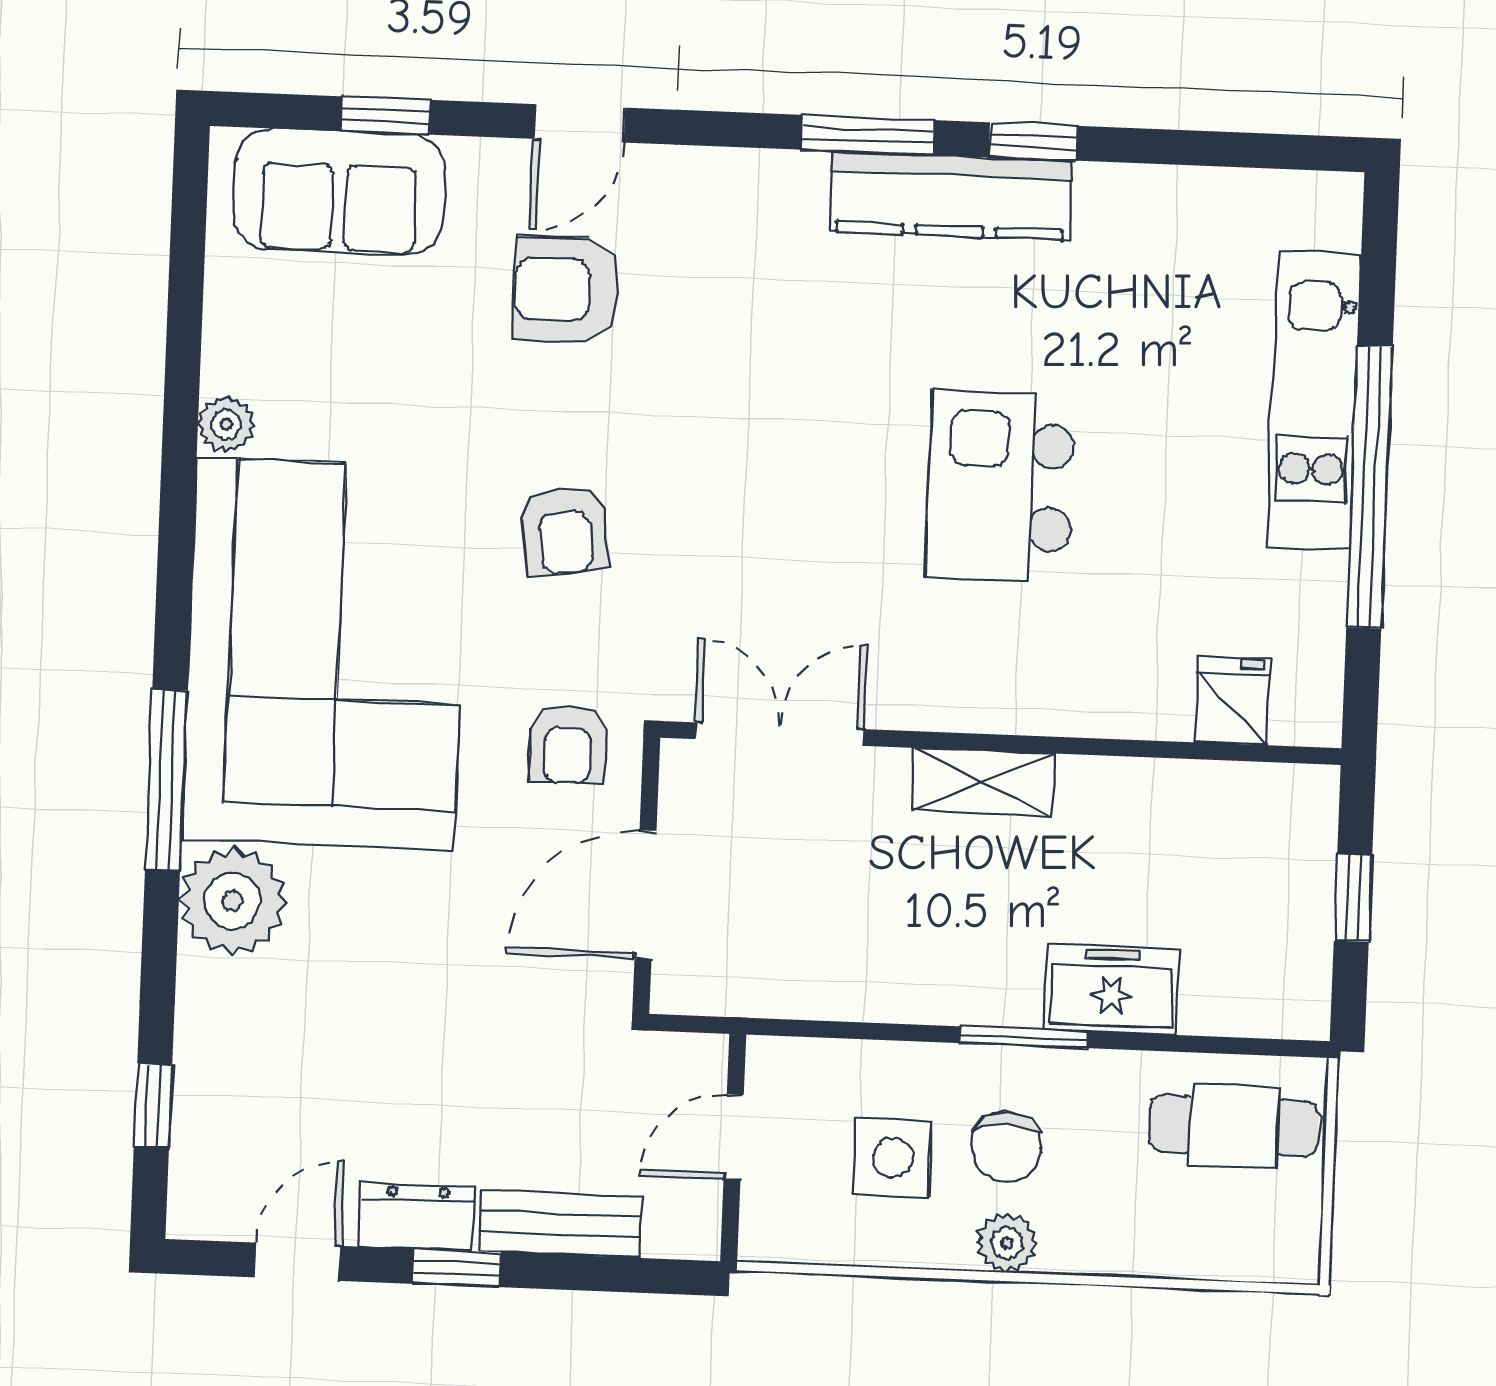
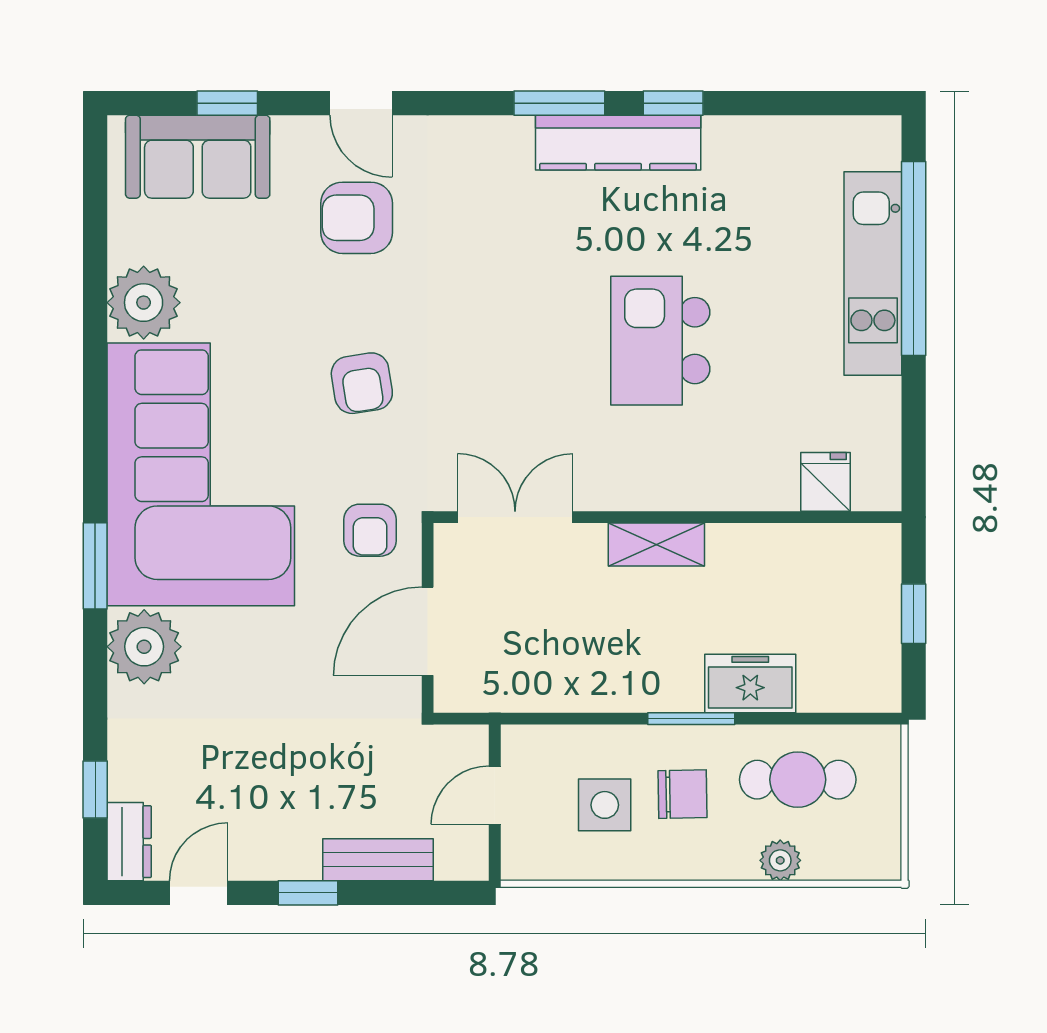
door: (580, 123) -> (361, 103), hinge flipped
plant: (226, 424) -> (144, 303), width x1.87, depth x1.87
window: (1369, 487) -> (914, 259), moved
window: (166, 780) -> (95, 566), width x0.69
cafe table: (1234, 1126) -> (798, 780), moved
chair: (1006, 1146) -> (682, 794), turned -91
dresser: (417, 1217) -> (129, 842), moved, turned 90
plant: (1007, 1243) -> (780, 860), moved

